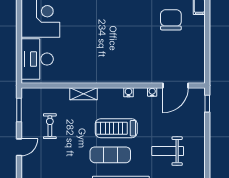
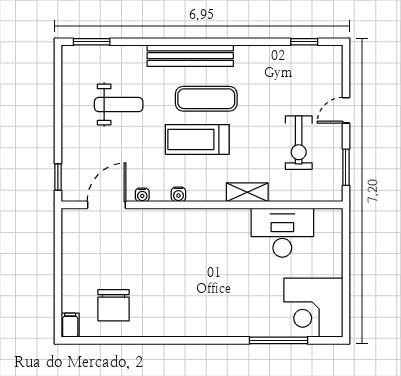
desk: (37, 59) -> (282, 233), moved, turned -90
exercise bike: (50, 126) -> (299, 143), width x1.38, depth x1.39
treadmill: (116, 128) -> (197, 139), turned 180

